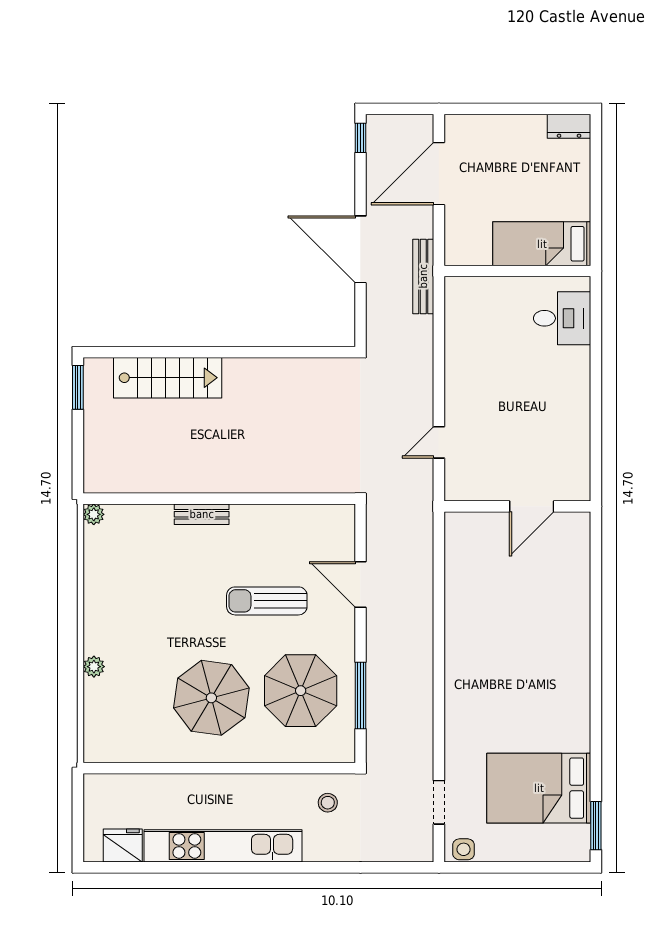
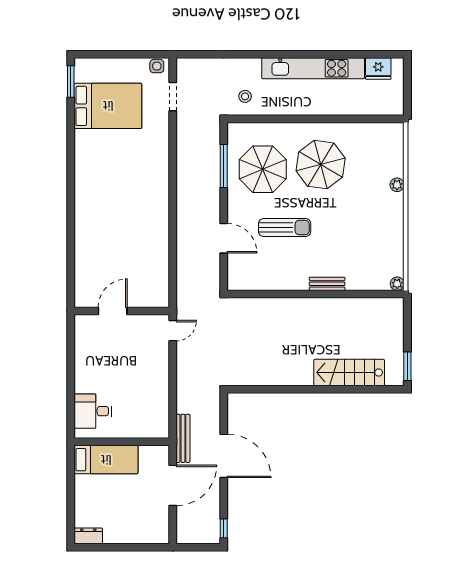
door: (439, 174) -> (173, 485), moved
wall: (517, 506) -> (122, 311), moved
door: (532, 506) -> (113, 311), moved

